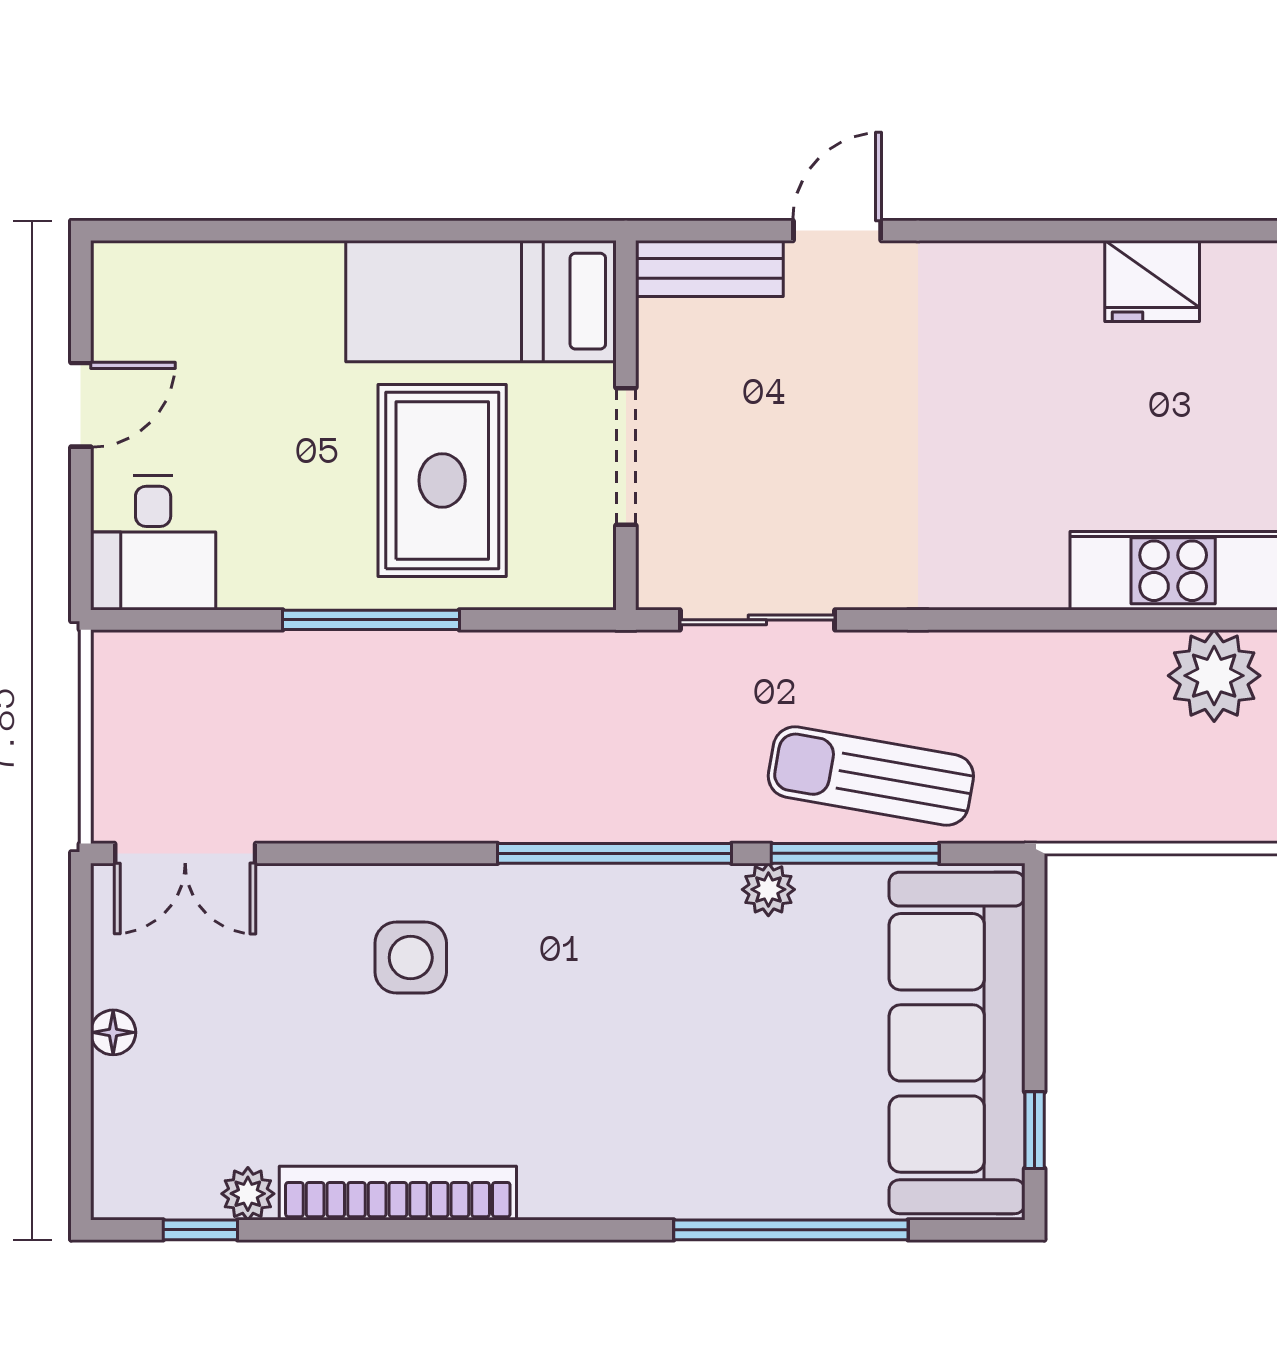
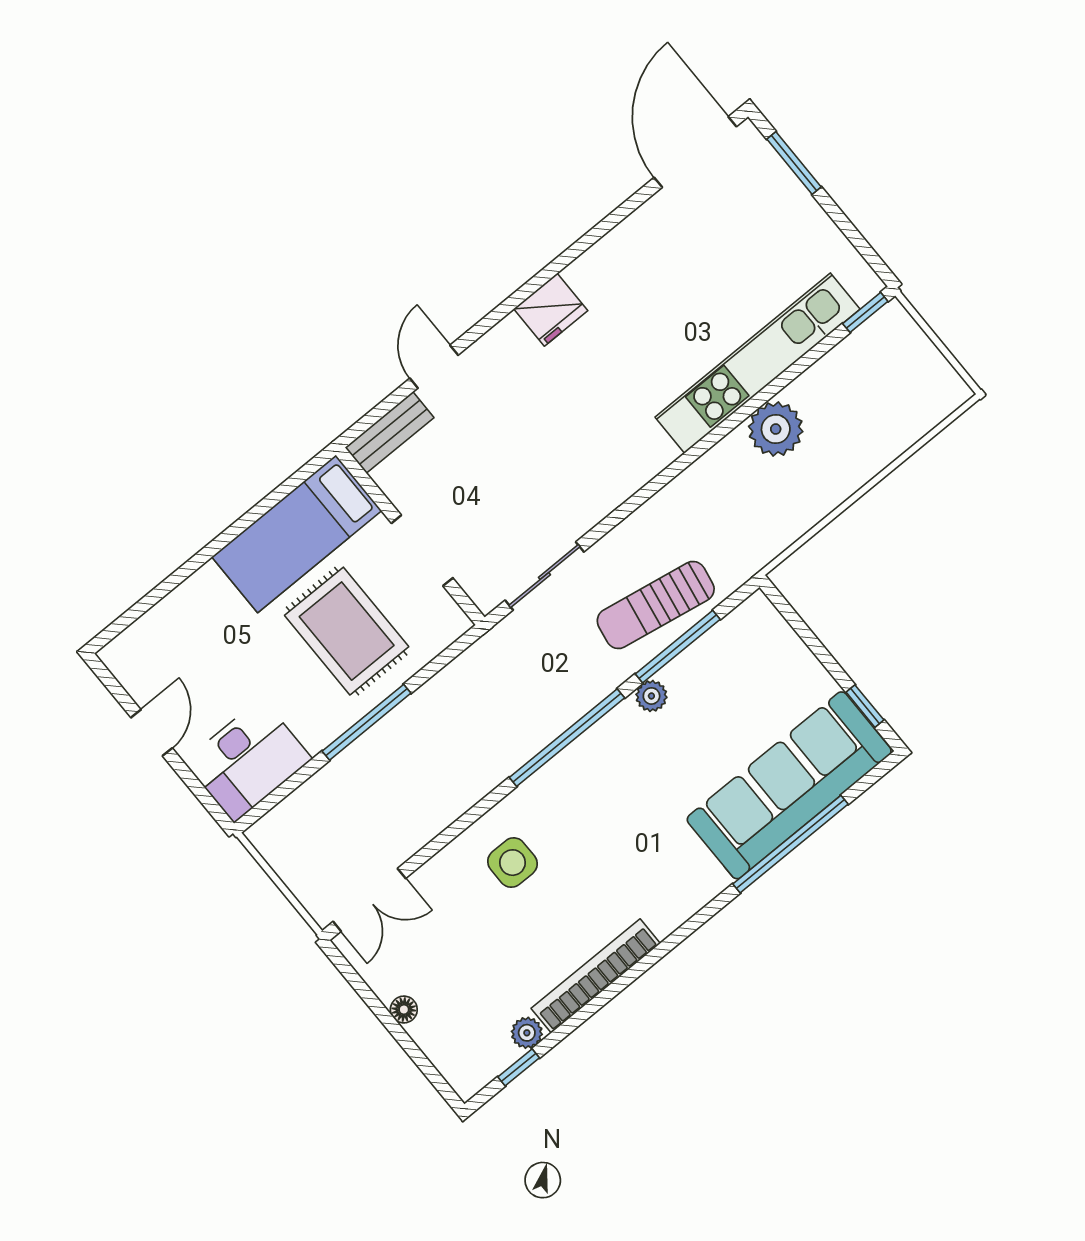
fridge: (1152, 281) -> (551, 310), moved
desk: (153, 543) -> (248, 760), width x1.37
sofa: (957, 1043) -> (789, 785), moved, turned 90

